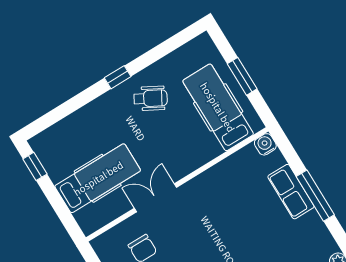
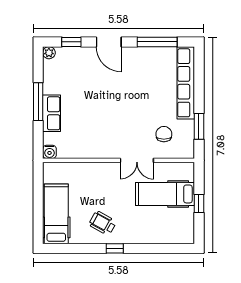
window: (242, 76) -> (38, 202), removed
hospital bed: (218, 107) -> (56, 214), moved, turned 180
window: (35, 166) -> (199, 203), moved

